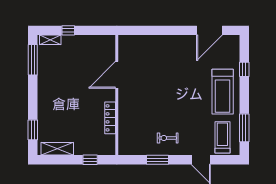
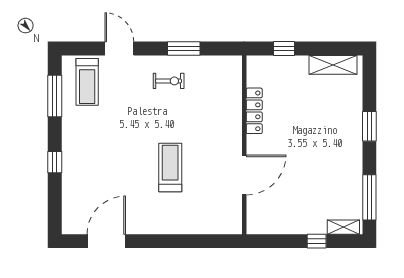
window: (244, 69) -> (55, 162), moved
treadmill: (223, 92) -> (170, 168), moved, width x0.73, depth x0.73
window: (33, 130) -> (369, 126), moved

